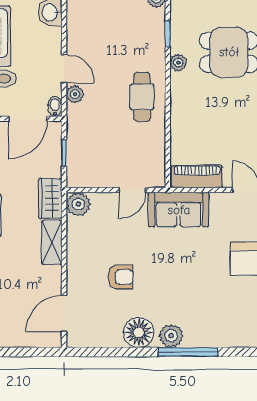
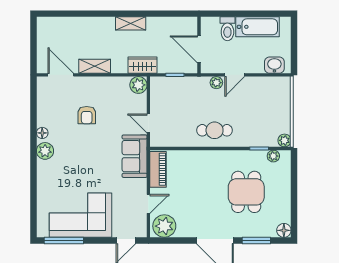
plant: (178, 63) -> (273, 156), moved
bidet: (55, 106) -> (208, 68), removed
shelving: (52, 242) -> (95, 66), moved
floor lamp: (139, 333) -> (42, 133), width x0.53, depth x0.53
window: (188, 352) -> (34, 163), removed

